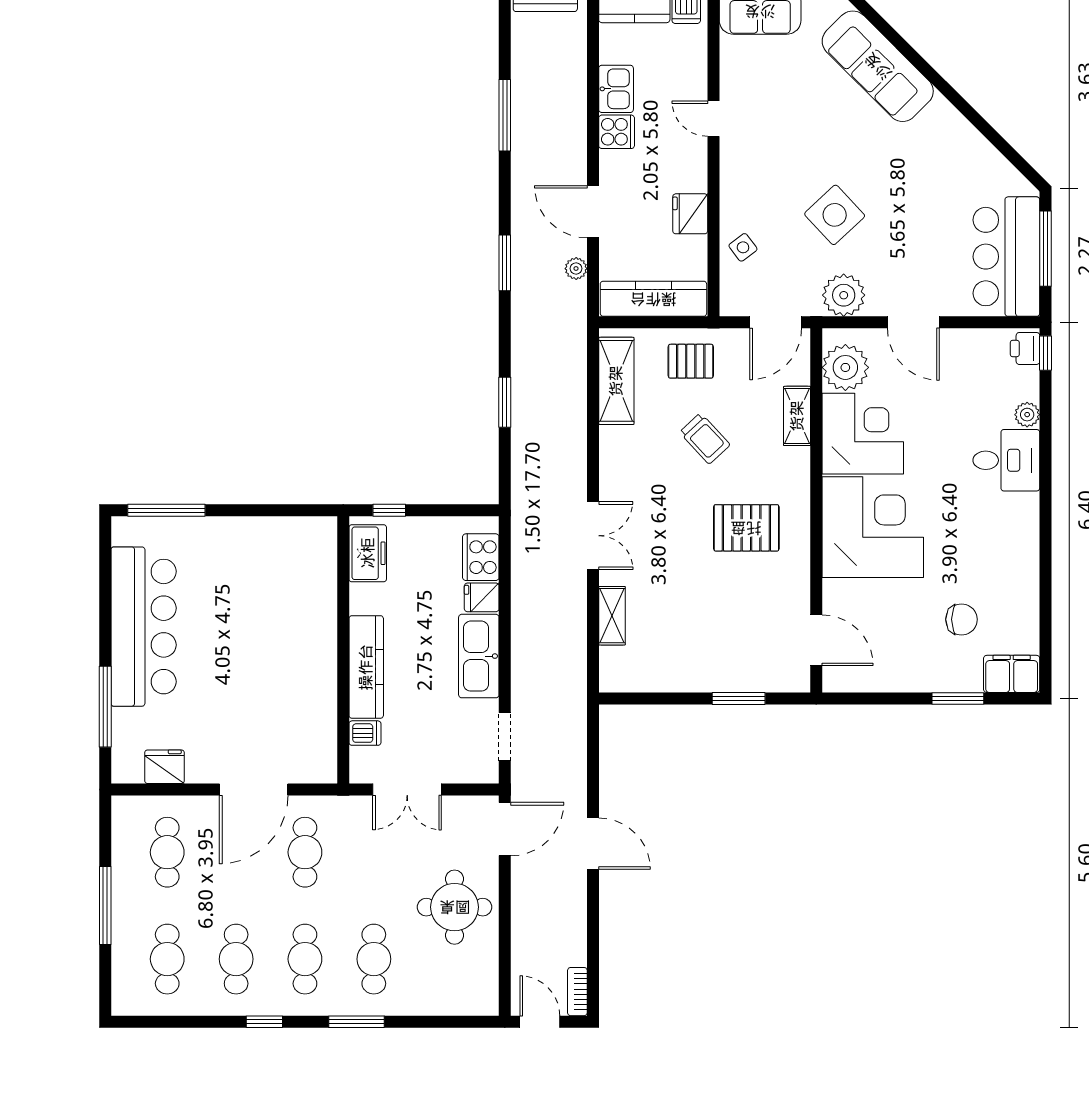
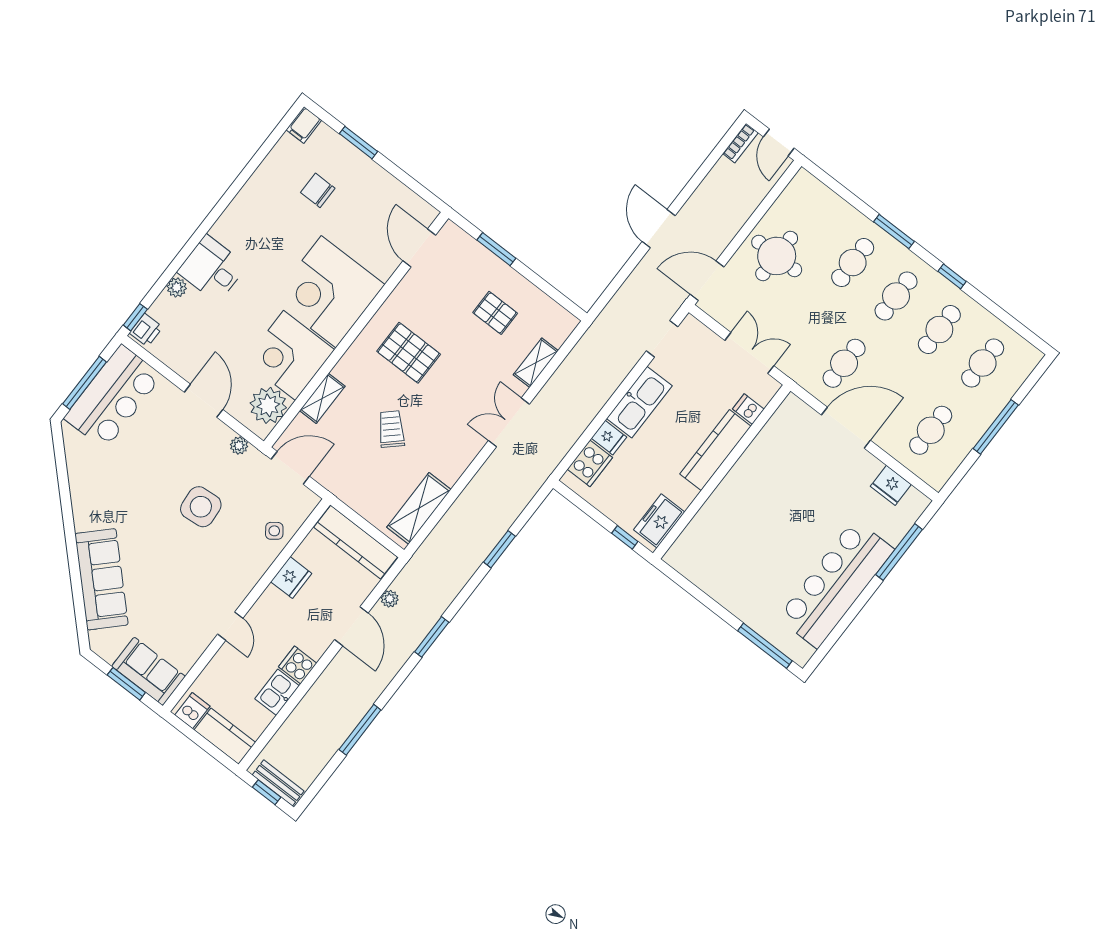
side table: (835, 215) -> (201, 507), turned 38
plant: (844, 295) -> (239, 446), width x0.53, depth x0.53
pallet: (691, 361) -> (495, 313), moved
filing cabinet: (1012, 674) -> (304, 125), width x0.50

